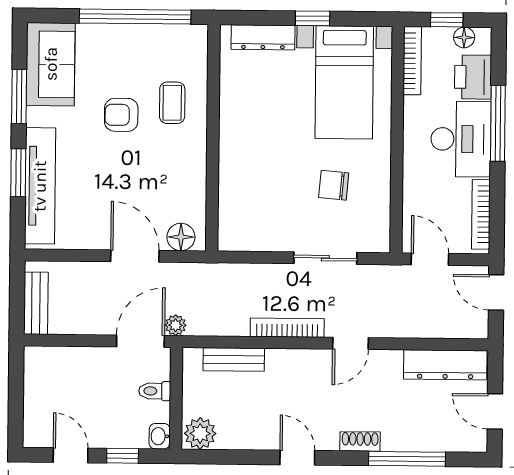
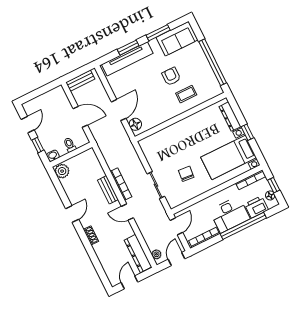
window: (498, 123) -> (243, 226), width x1.46
plant: (175, 325) -> (156, 254), moved
door: (140, 341) -> (80, 117), moved
bench: (234, 359) -> (108, 190), moved
window: (407, 459) -> (93, 257), removed

